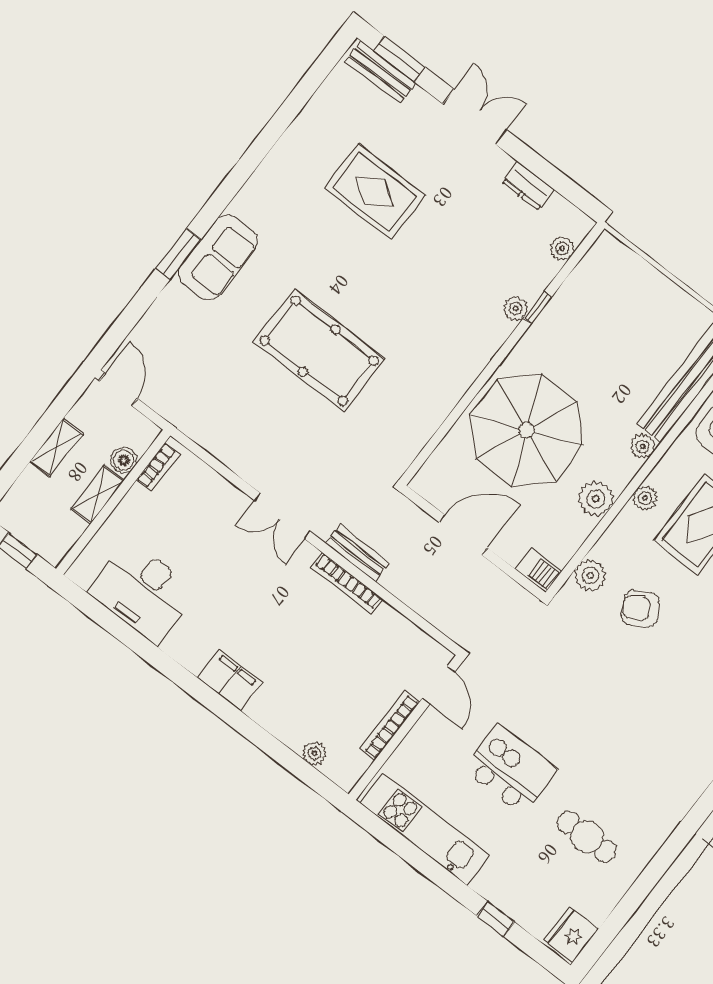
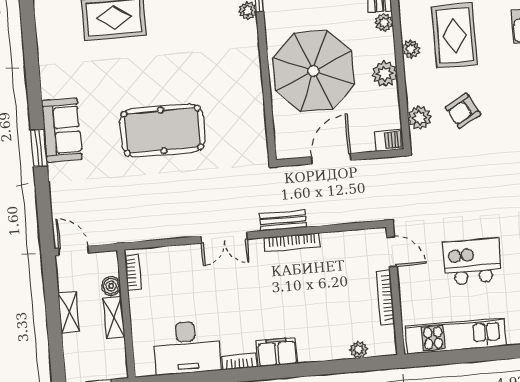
bookcase: (183, 655) -> (239, 362), added

